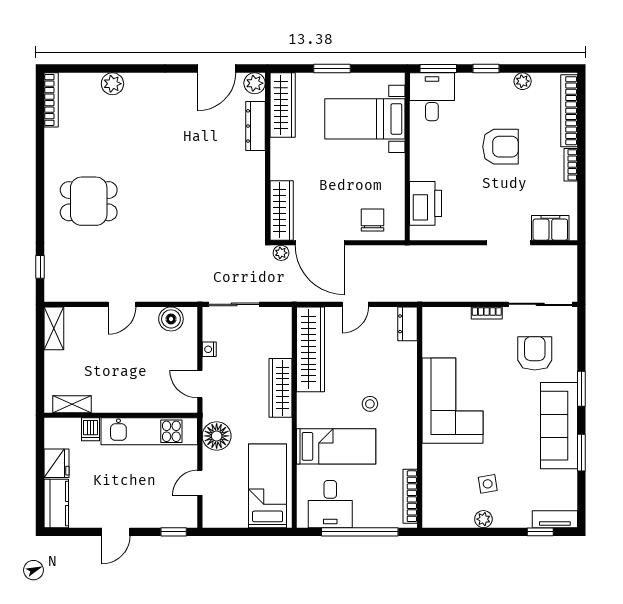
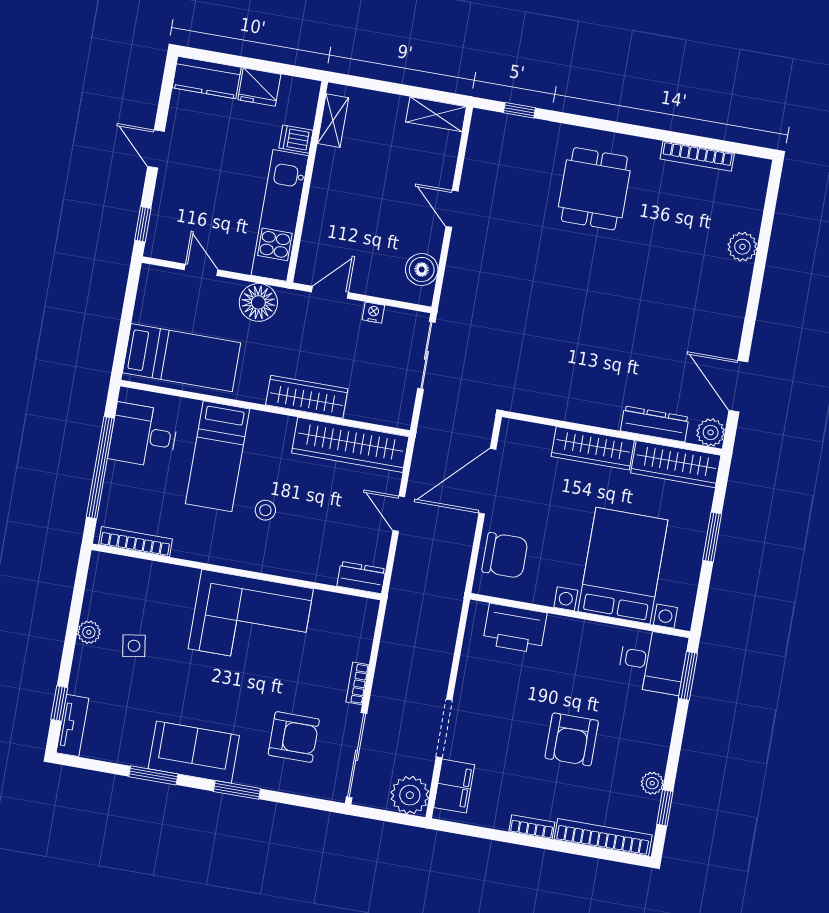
window: (486, 69) -> (665, 808), moved
bookcase: (51, 100) -> (697, 156), moved
bed with nightstands: (365, 119) -> (623, 566), width x1.36
wardrobe: (282, 210) -> (593, 448), moved
chair: (372, 220) -> (505, 555), width x1.37, depth x1.37
plant: (281, 253) -> (410, 795), moved, width x1.87, depth x1.87
sofa: (559, 426) -> (194, 752), width x0.73

